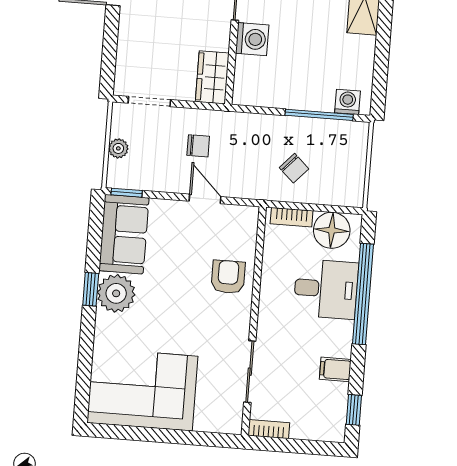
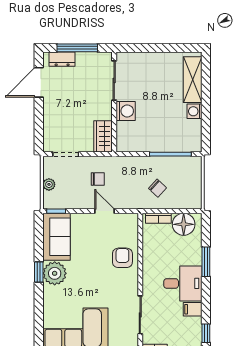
washing machine: (348, 102) -> (194, 111), moved, turned -90
desk: (326, 289) -> (183, 283), moved
window: (363, 294) -> (206, 262), width x0.47

